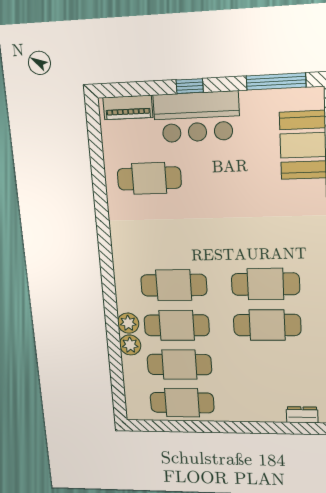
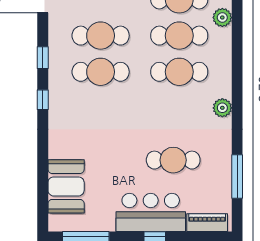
window: (97, 165) -> (237, 176), added
cafe table: (149, 178) -> (173, 160), moved
plant: (128, 323) -> (222, 108), moved

